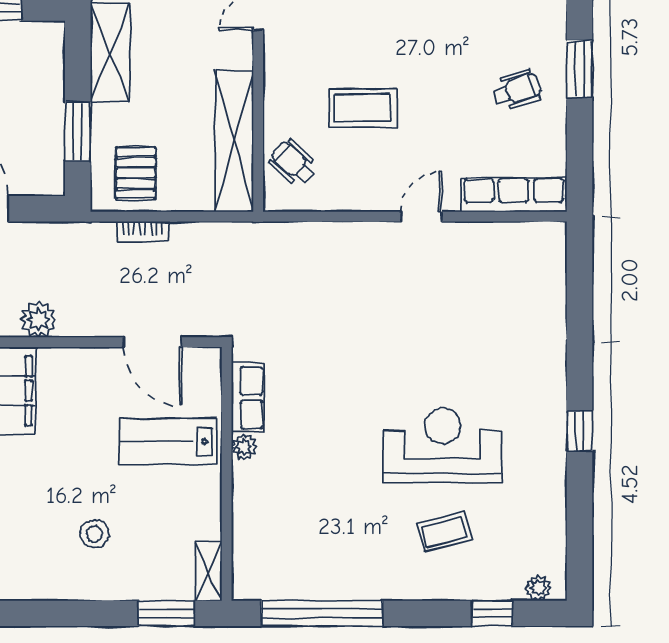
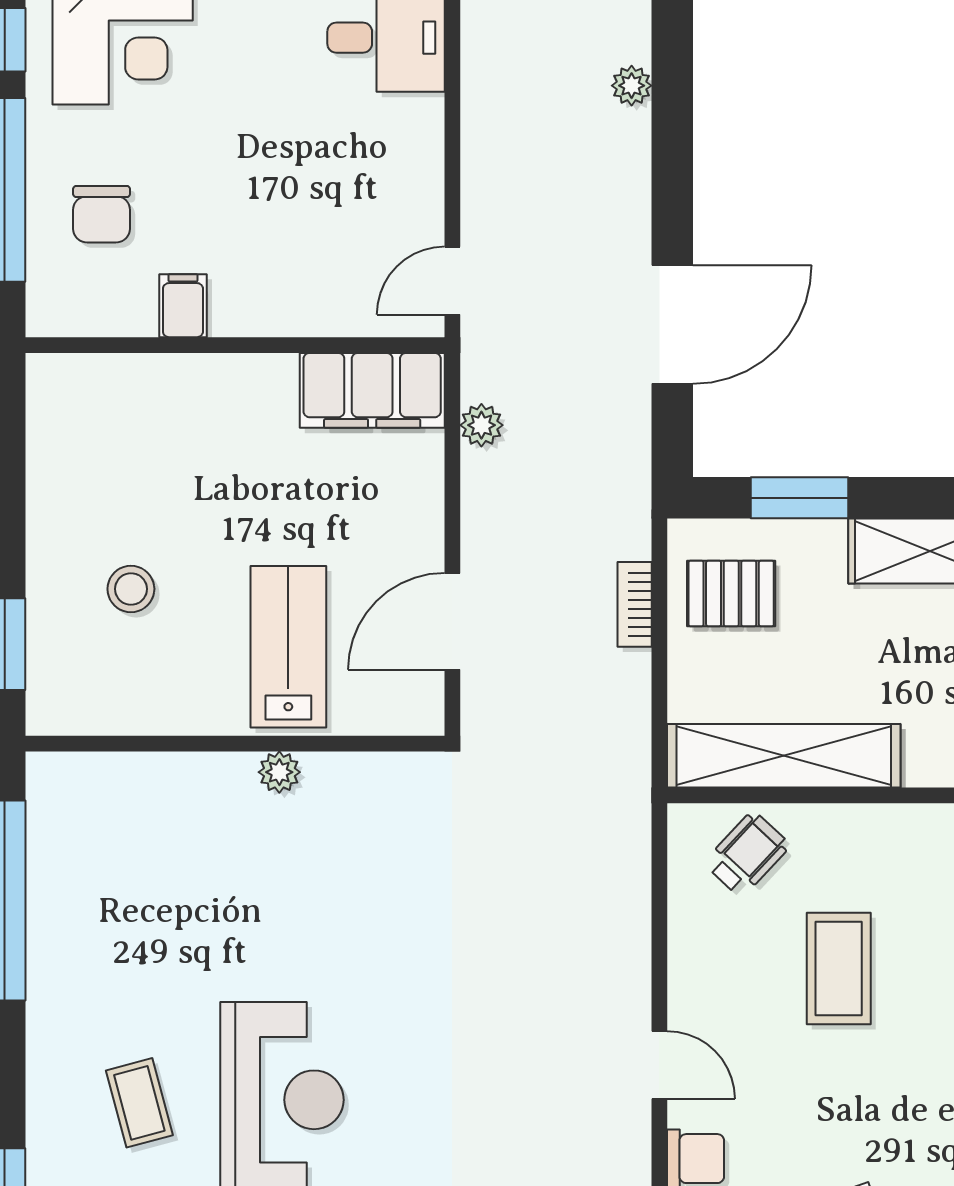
plant: (39, 319) -> (481, 425), width x0.73, depth x0.73
row of seats: (248, 397) -> (361, 778), removed
stool: (95, 534) -> (131, 589), moved
shelving: (209, 571) -> (74, 714), removed

